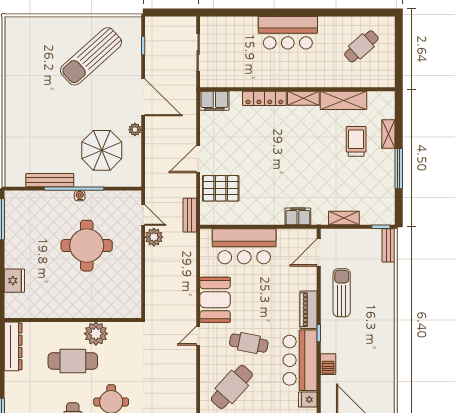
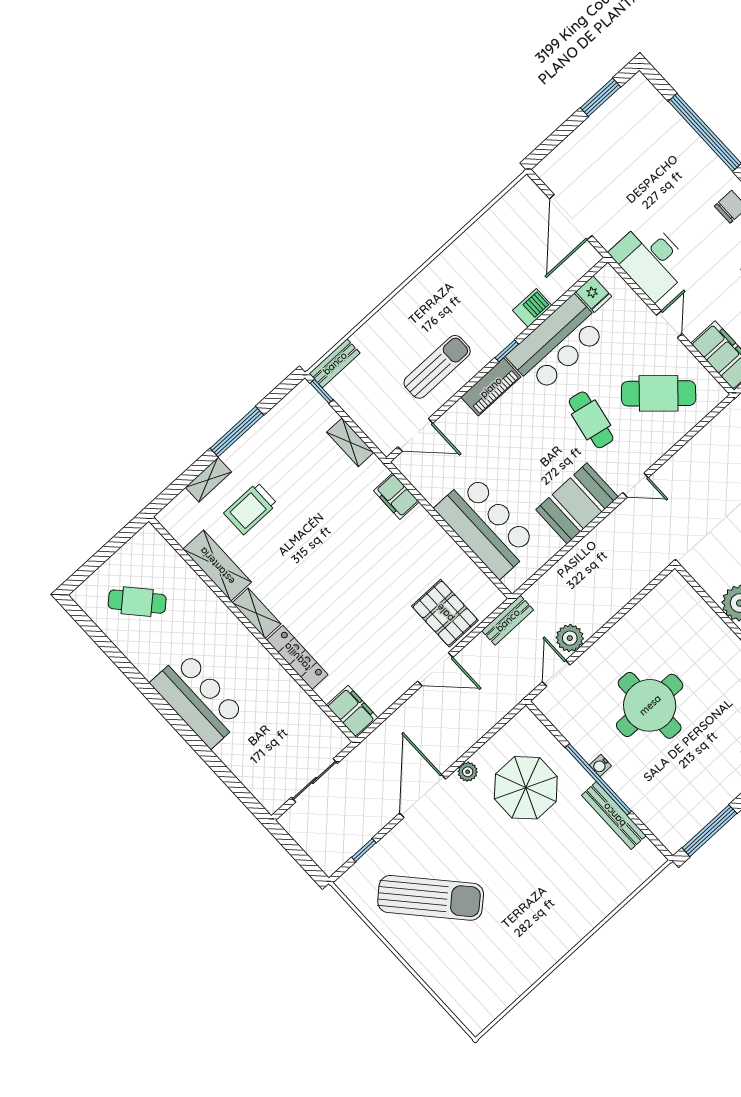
sun lounger: (342, 293) -> (437, 367), turned 180

